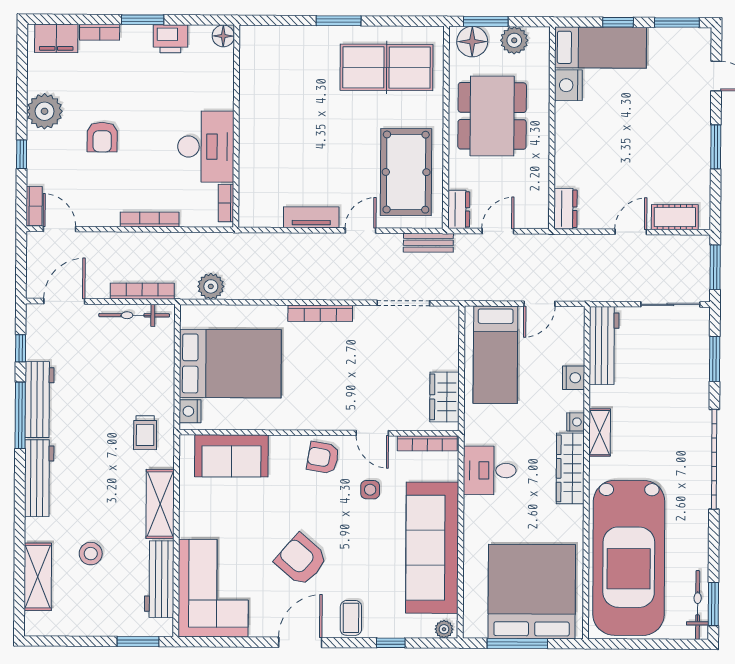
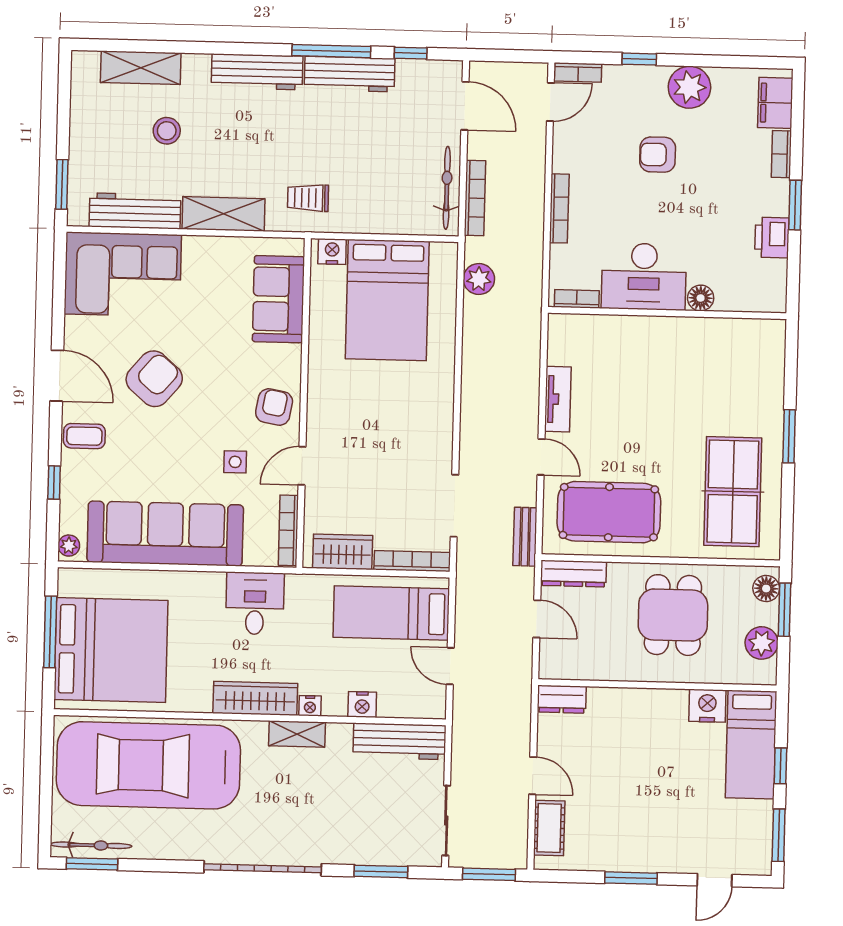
floor lamp: (223, 36) -> (701, 298), moved
floor lamp: (472, 42) -> (766, 589), width x0.73, depth x0.73
dining table: (492, 116) -> (673, 615), width x0.73
dresser: (459, 209) -> (573, 574), width x1.44
bookcase: (320, 313) -> (412, 561), moved, turned 90

